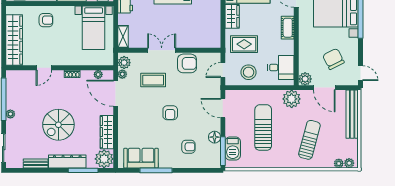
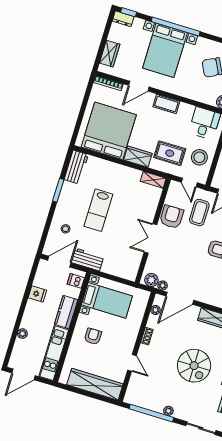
armchair: (46, 20) -> (93, 336), moved
shelving: (123, 37) -> (153, 180), moved
rug: (244, 44) -> (170, 153), turned 90
coffee table: (153, 80) -> (199, 213), moved

